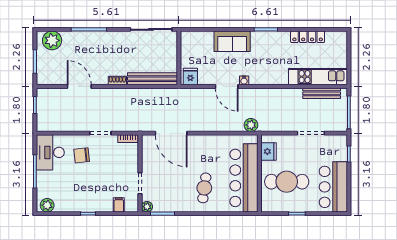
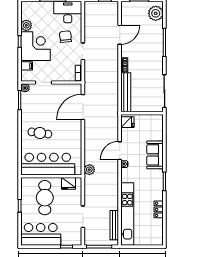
locker: (308, 37) -> (159, 209), width x0.66
kitchen unit: (318, 77) -> (127, 214), width x1.36
corner desk: (94, 194) -> (35, 46), added
plant: (47, 205) -> (26, 25), moved

